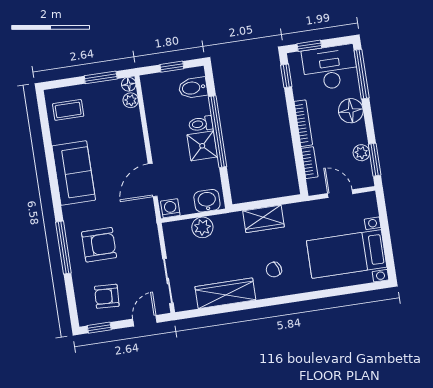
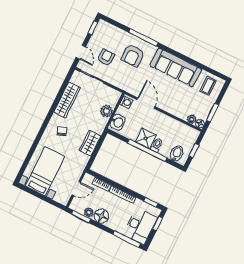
floor lamp: (351, 111) -> (101, 216), moved
sofa: (74, 173) -> (176, 67), width x1.36
armchair: (107, 296) -> (106, 57), moved

